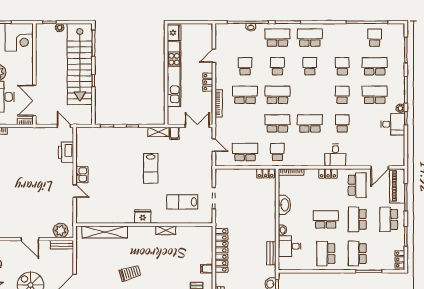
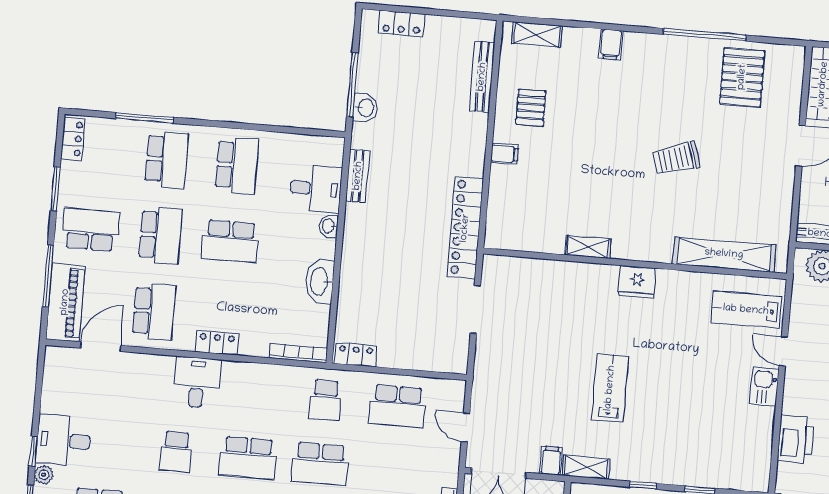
school desk: (357, 185) -> (154, 311), turned 180
lab bench: (182, 202) -> (746, 310), moved, turned 180
school desk: (389, 219) -> (90, 230), turned -90
locker: (221, 250) -> (465, 228), moved

